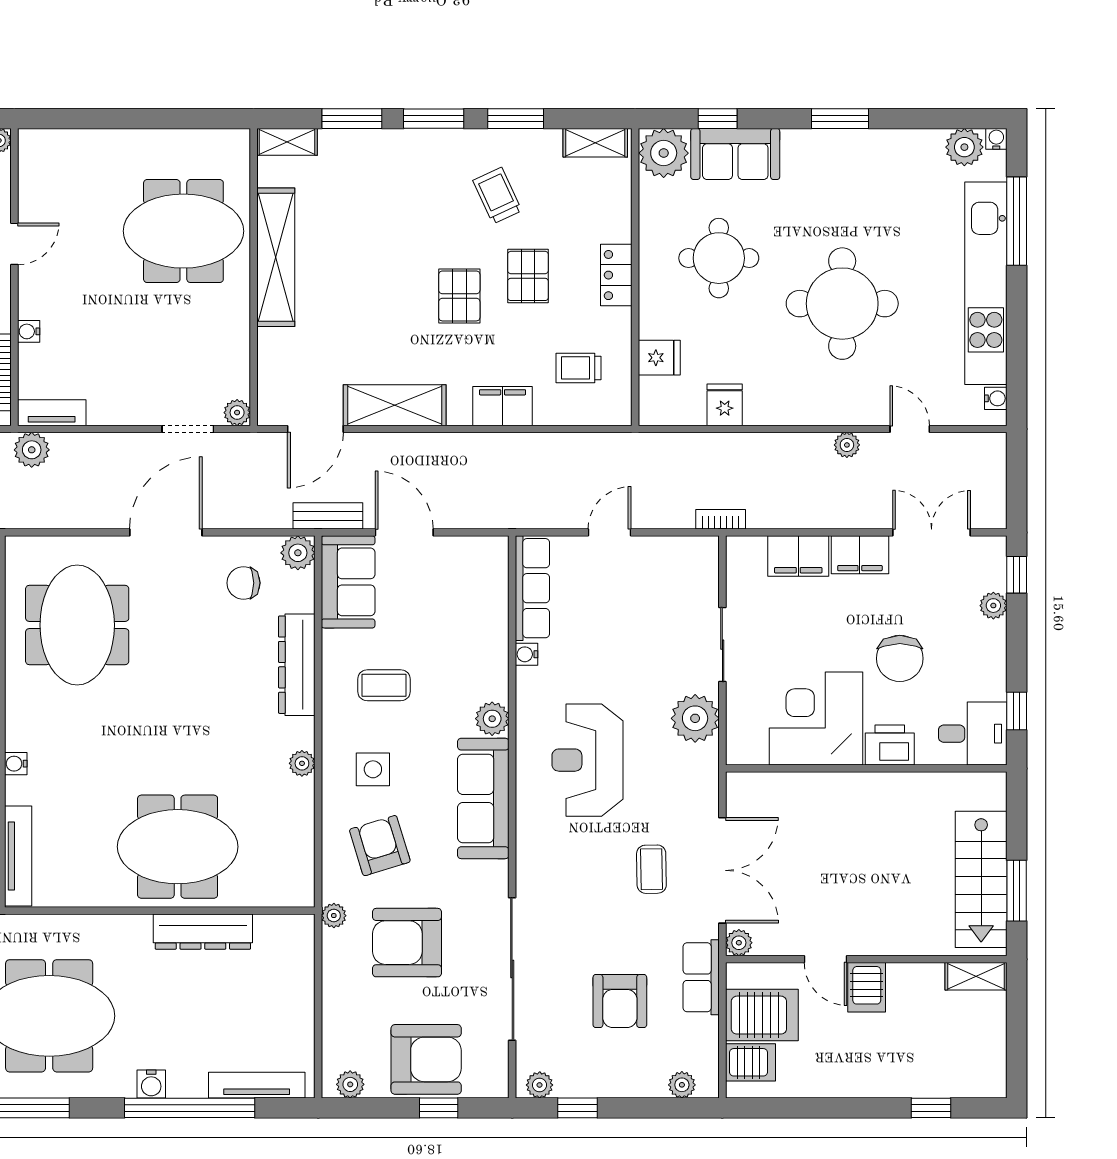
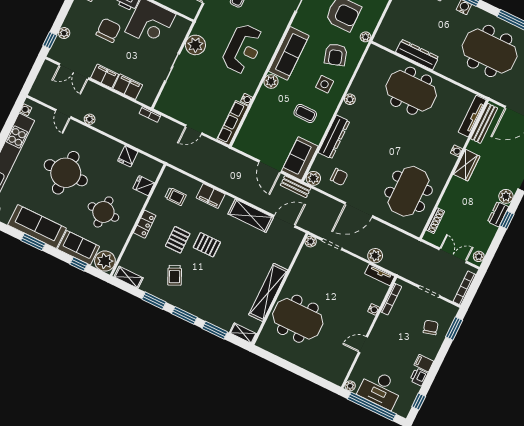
sofa: (848, 156) -> (37, 227), added
pallet: (459, 296) -> (207, 245), turned 90
plant: (32, 450) -> (375, 256), moved

